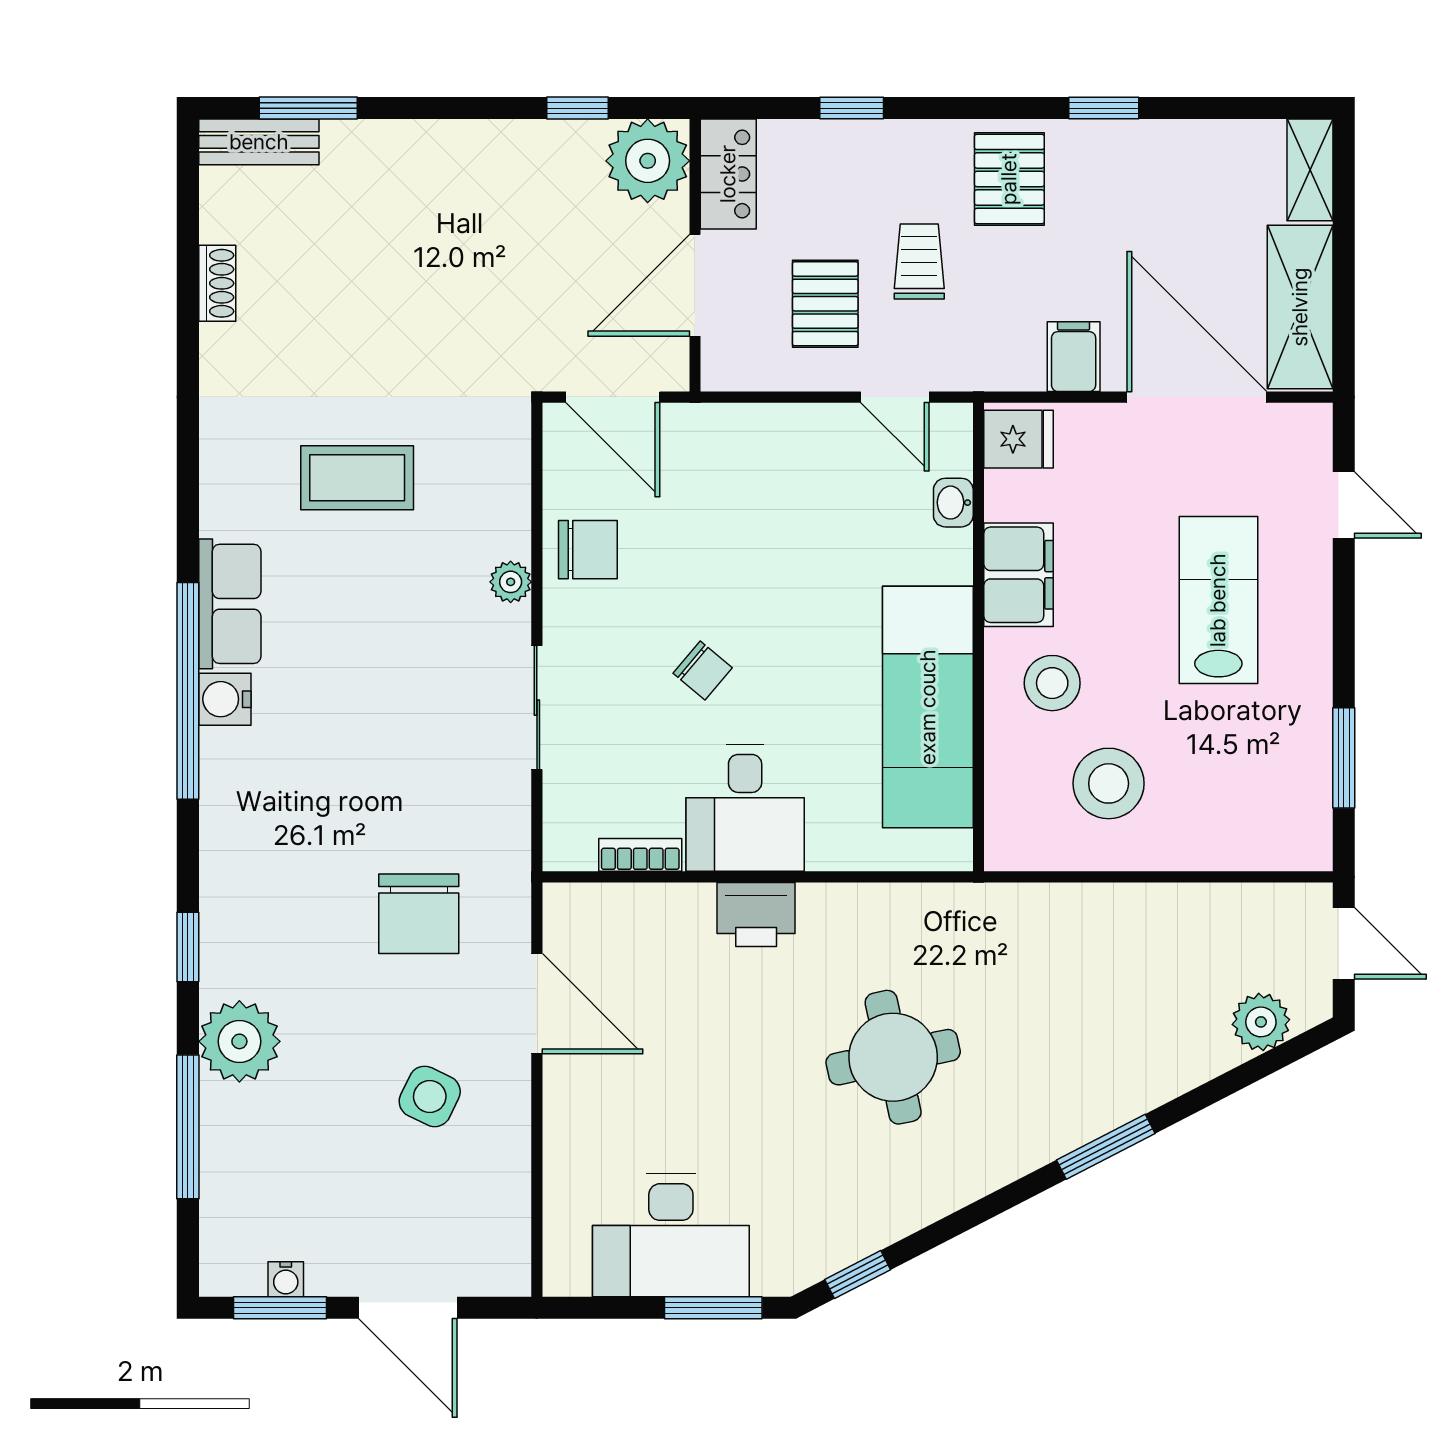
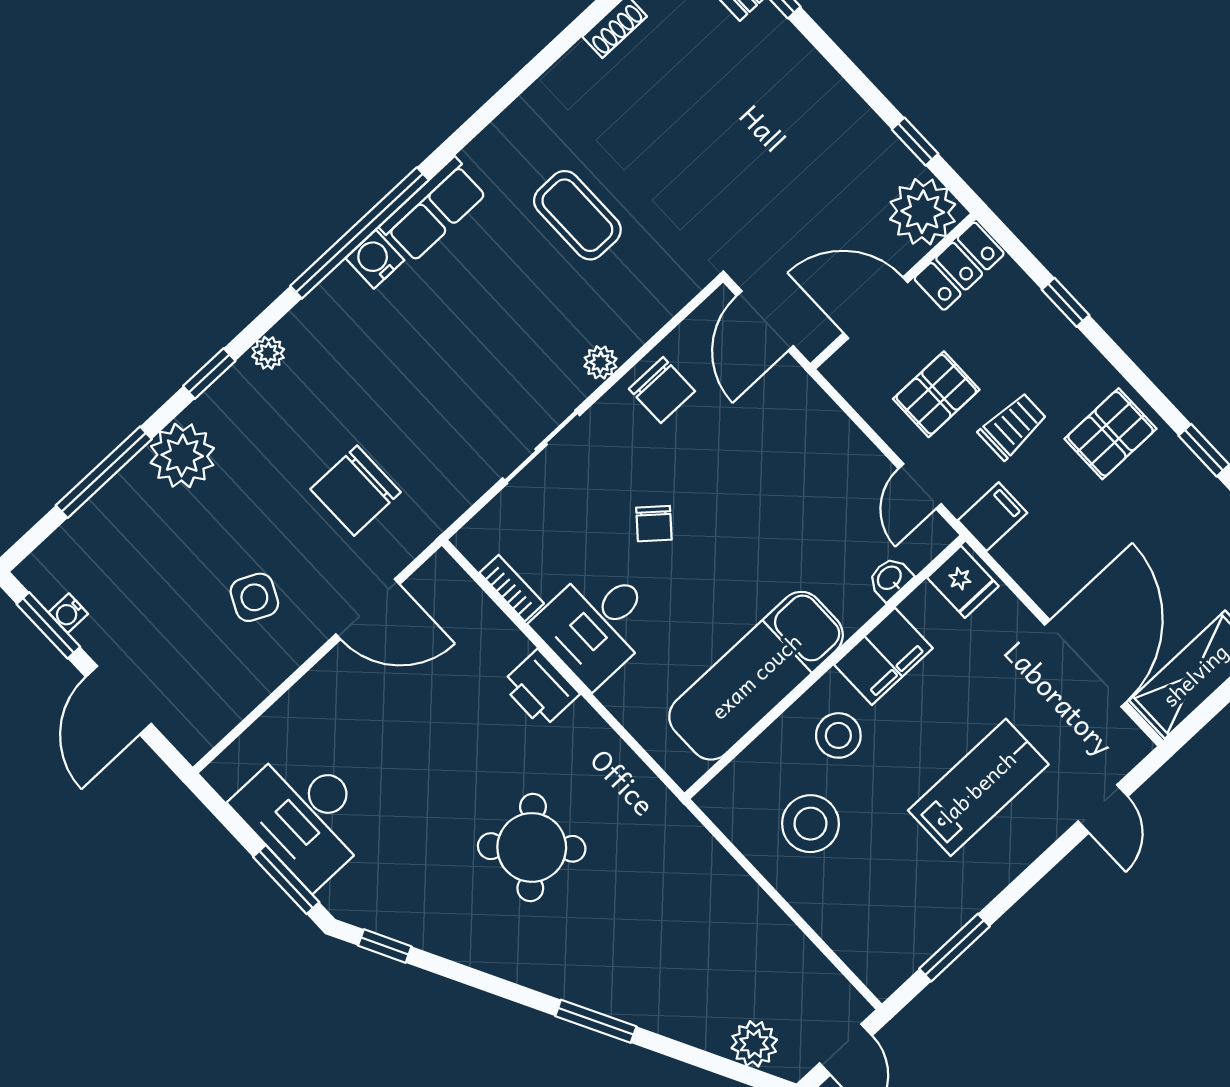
filing cabinet: (1074, 357) -> (993, 517), moved
plant: (219, 876) -> (268, 353), added
door: (537, 1004) -> (368, 609), hinge flipped
round table: (893, 1057) -> (532, 847), turned -33

